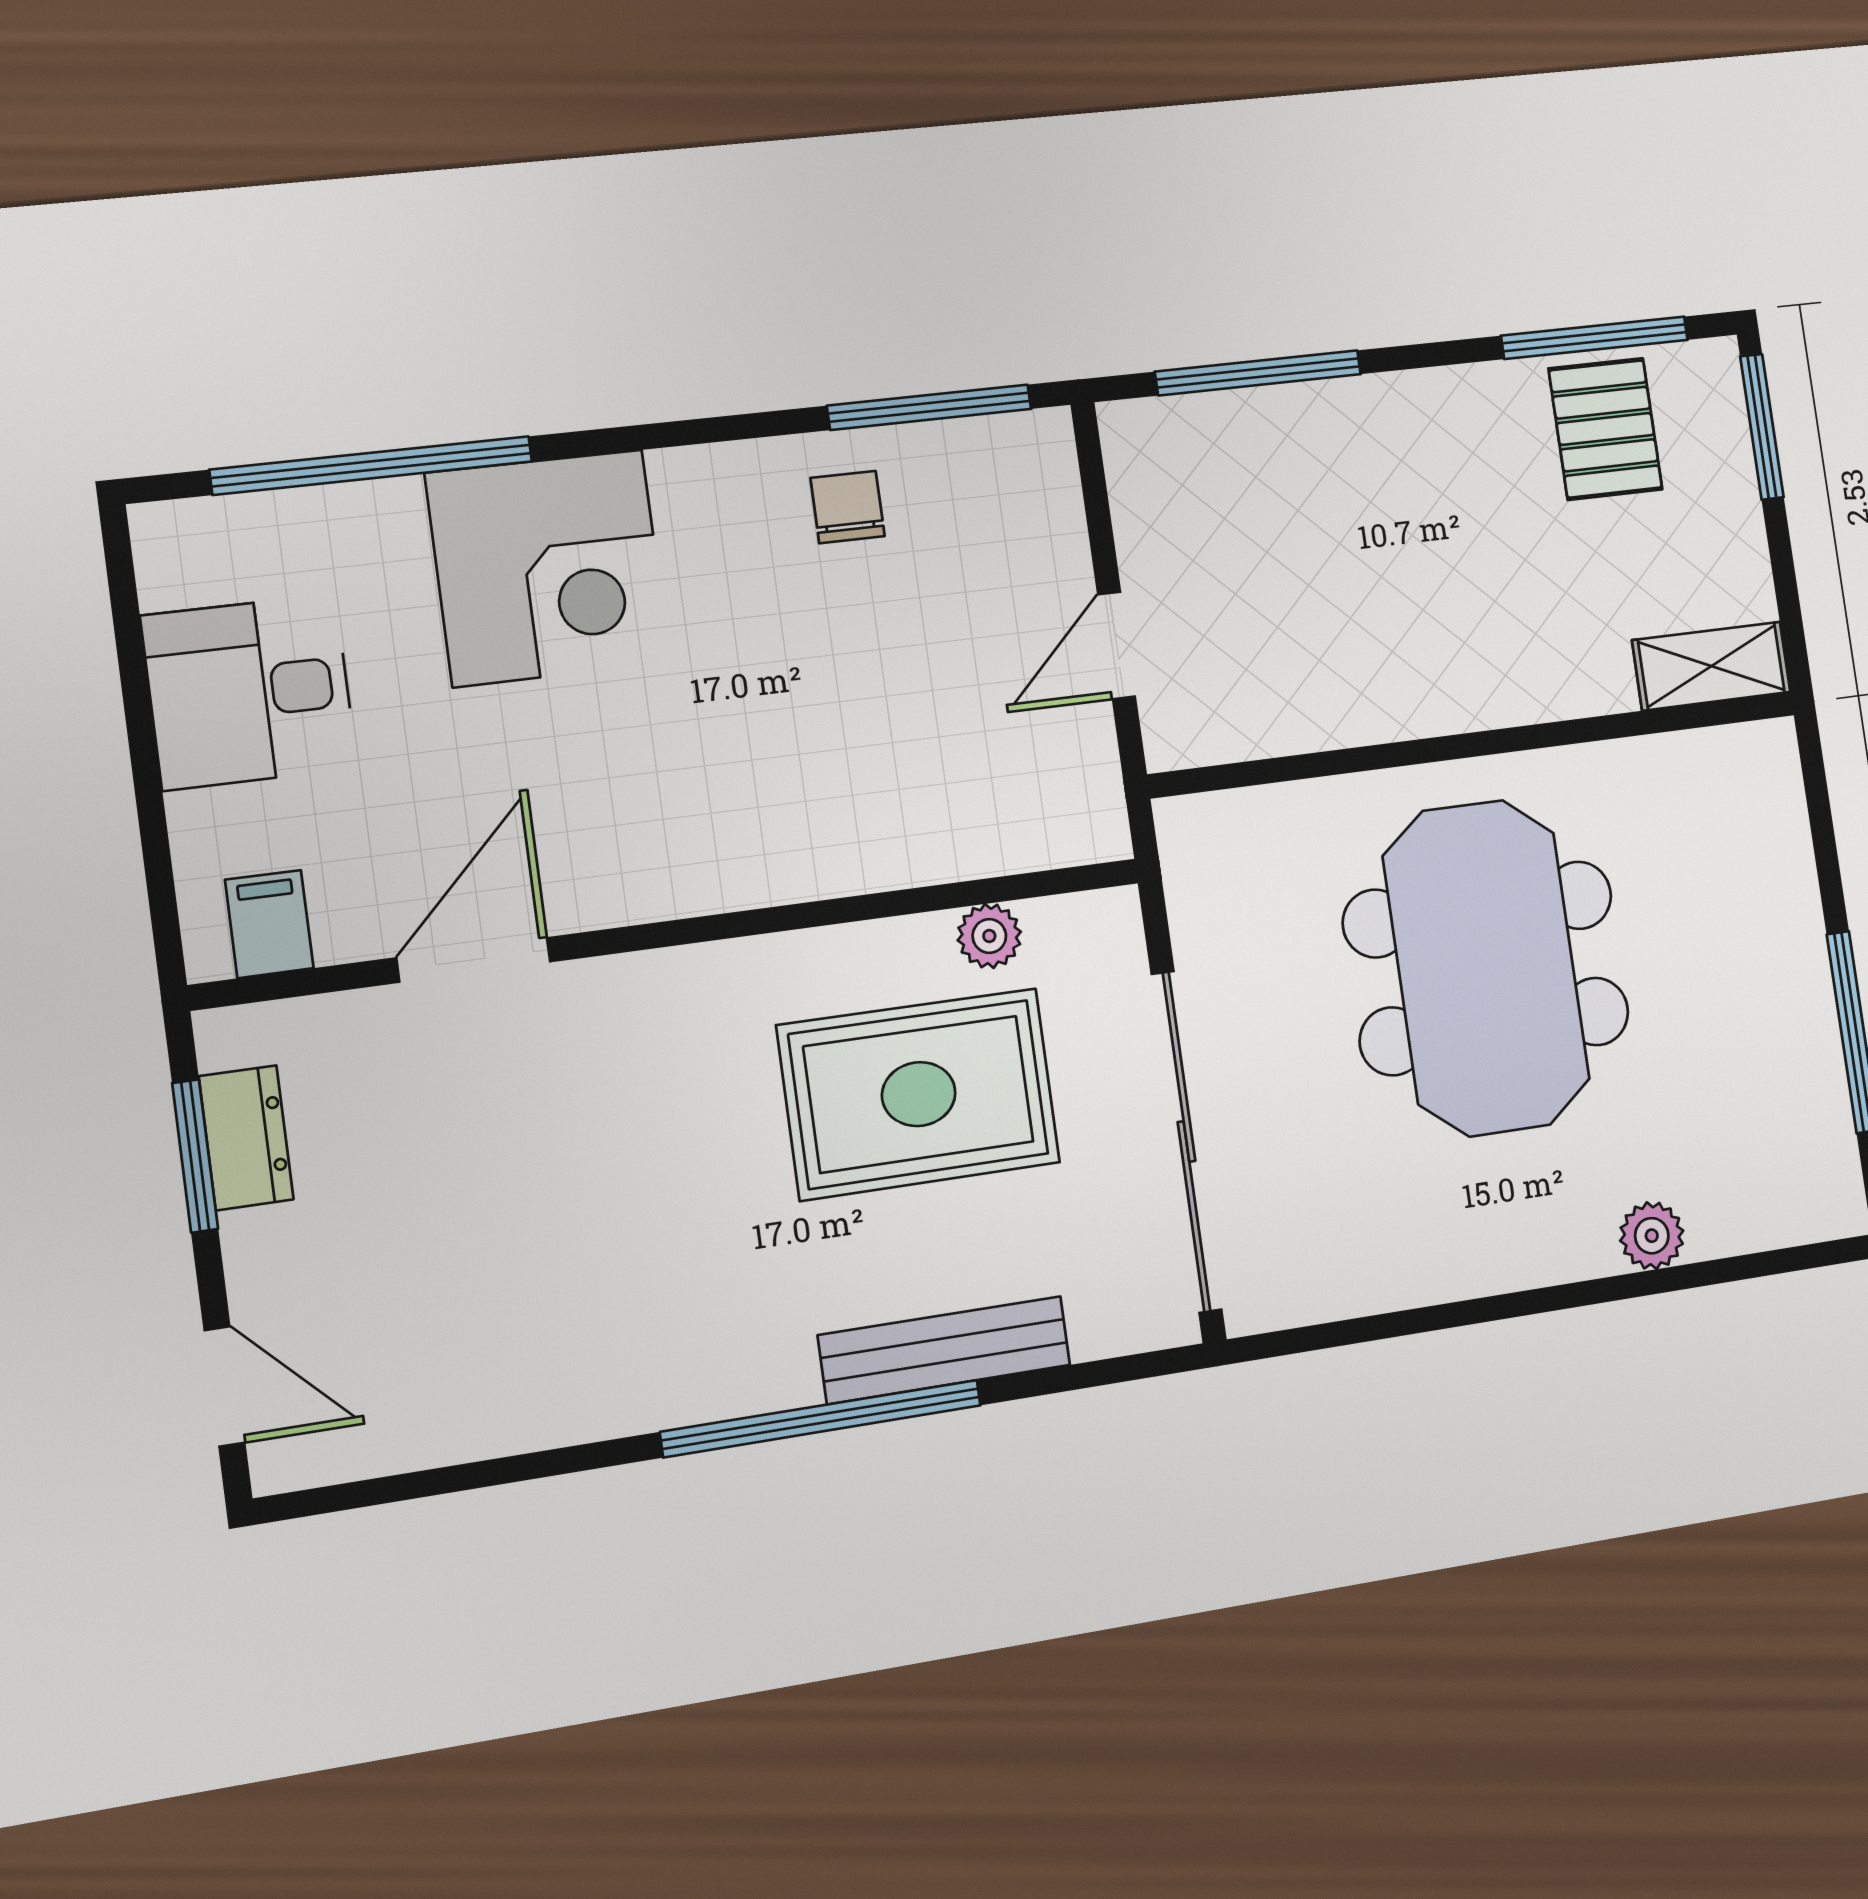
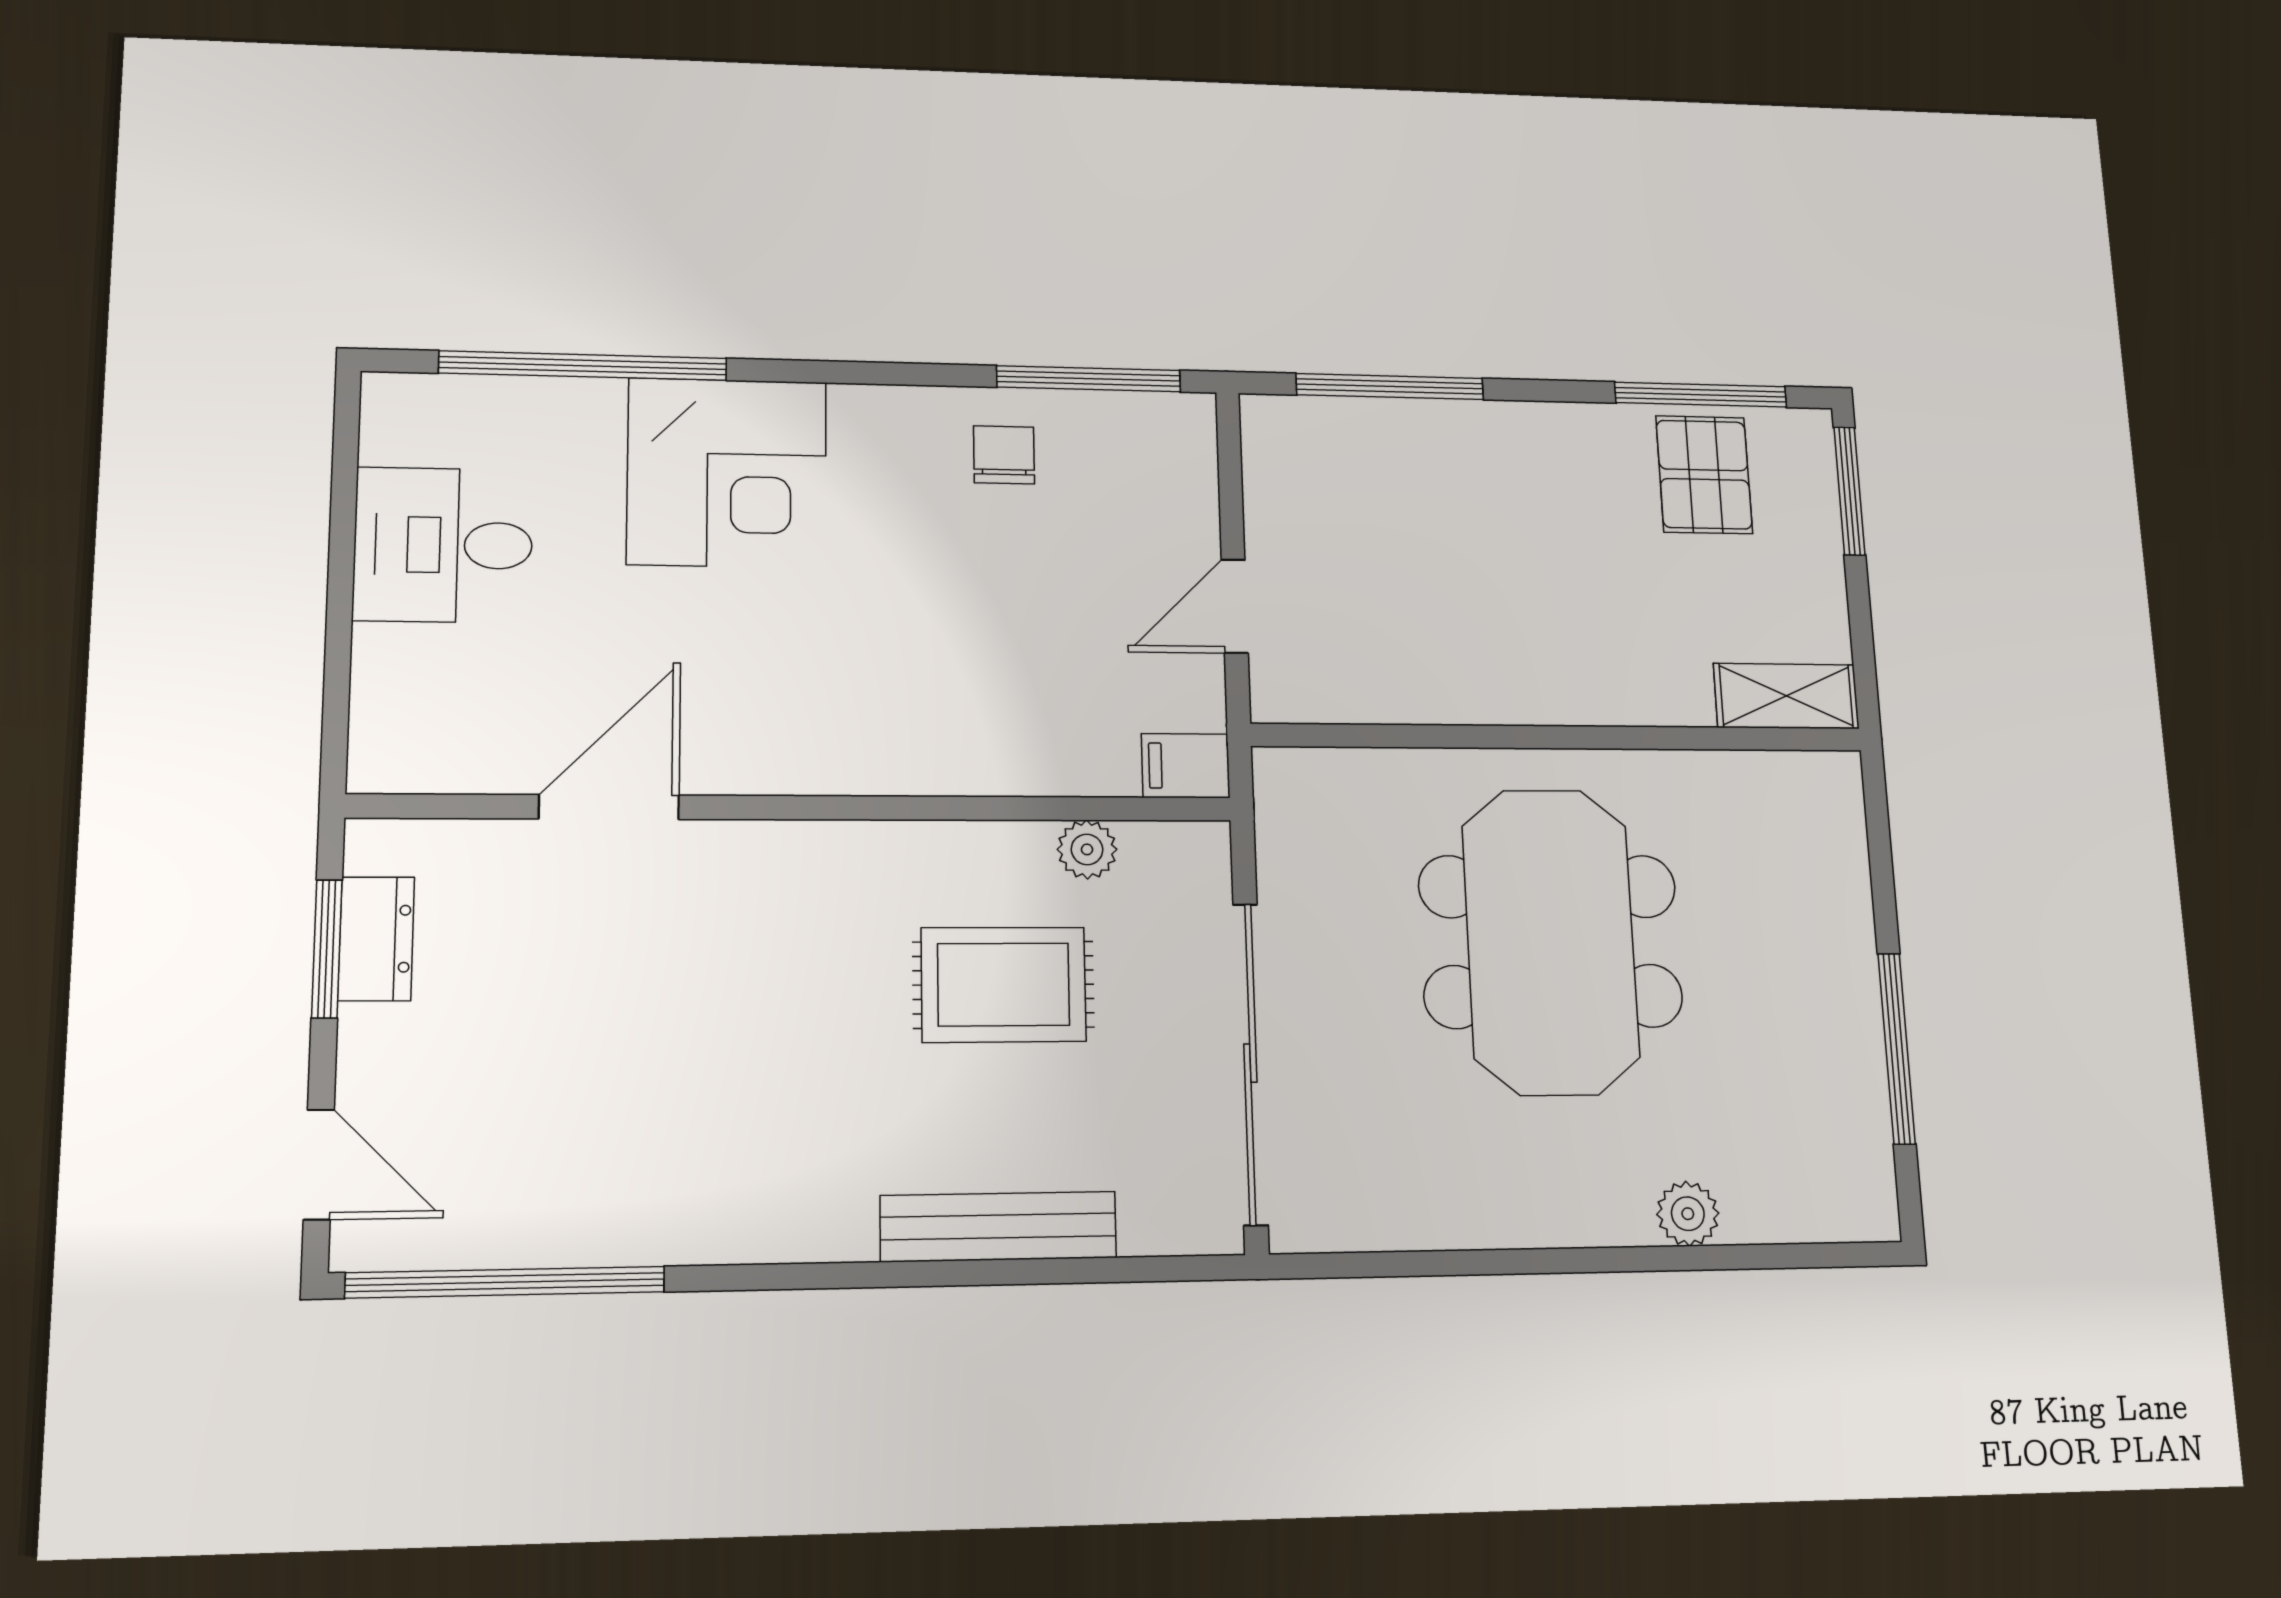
filing cabinet: (269, 924) -> (1186, 766), moved, turned -90
rug: (919, 1094) -> (1004, 985), width x0.73, depth x0.70
window: (822, 1419) -> (506, 1282), moved

